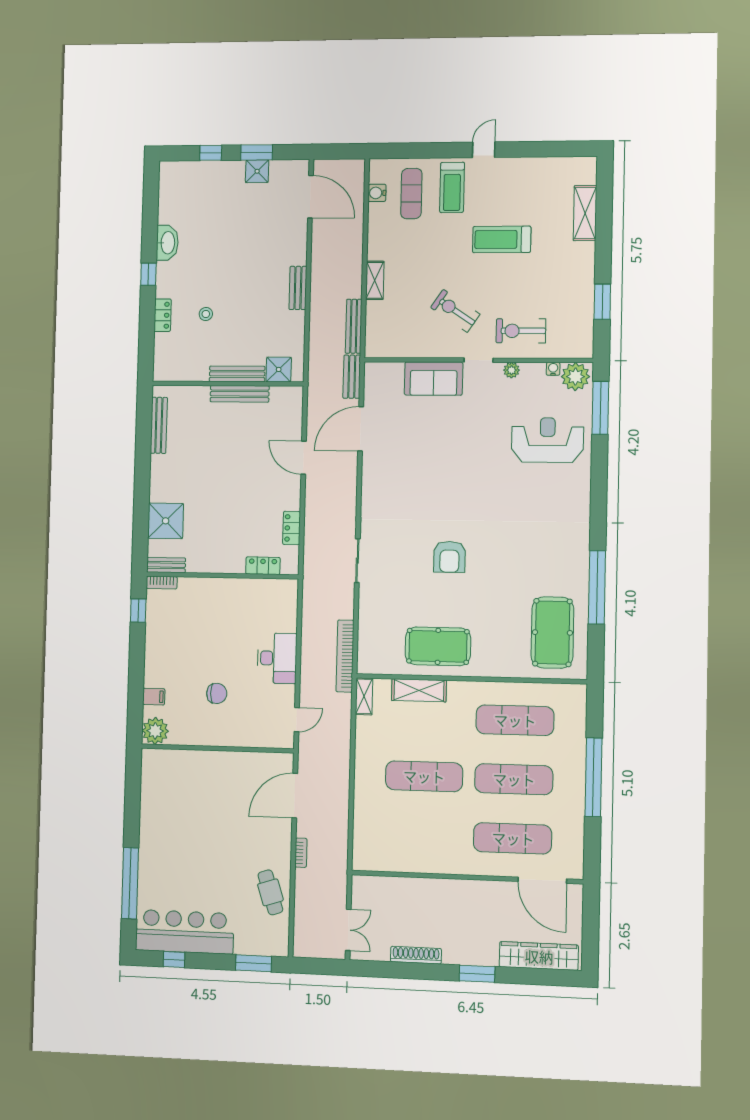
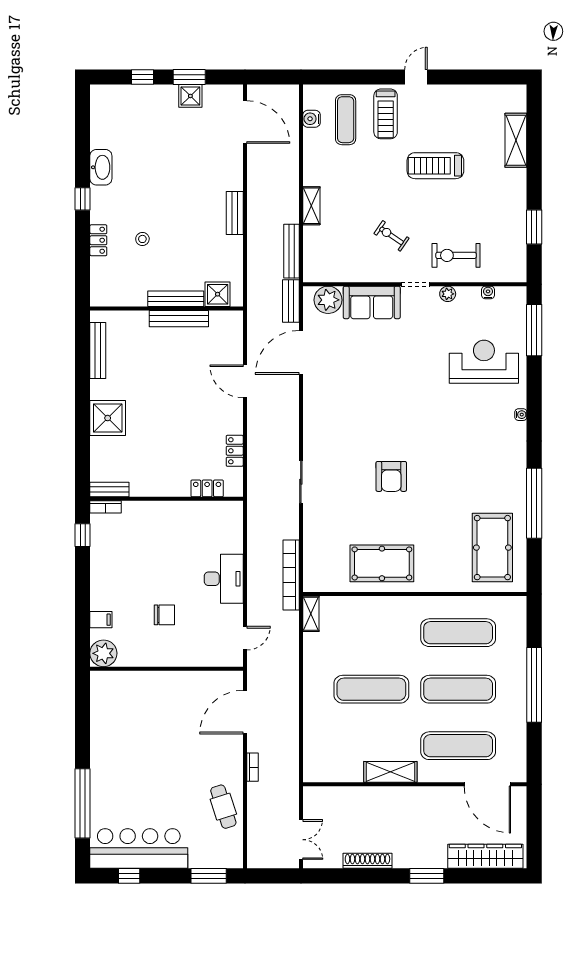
exercise bike: (455, 311) -> (391, 236), width x0.73, depth x0.72
plant: (575, 377) -> (328, 300), moved
water cooler: (585, 495) -> (521, 415), added
shower: (166, 521) -> (108, 418), moved
shelving: (419, 690) -> (390, 772), moved

